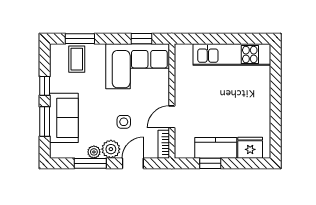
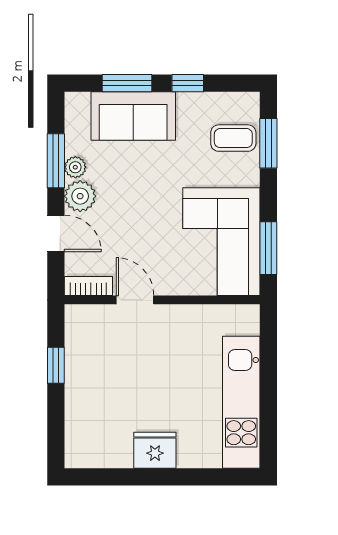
window: (141, 39) -> (268, 248), width x1.50
side table: (124, 122) -> (127, 218), removed
kitchen counter: (216, 148) -> (82, 375), removed
fridge: (250, 148) -> (155, 450), moved, turned -90

